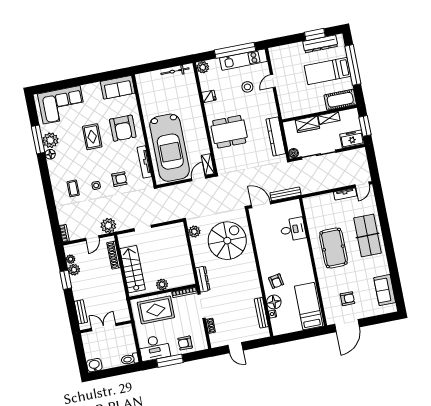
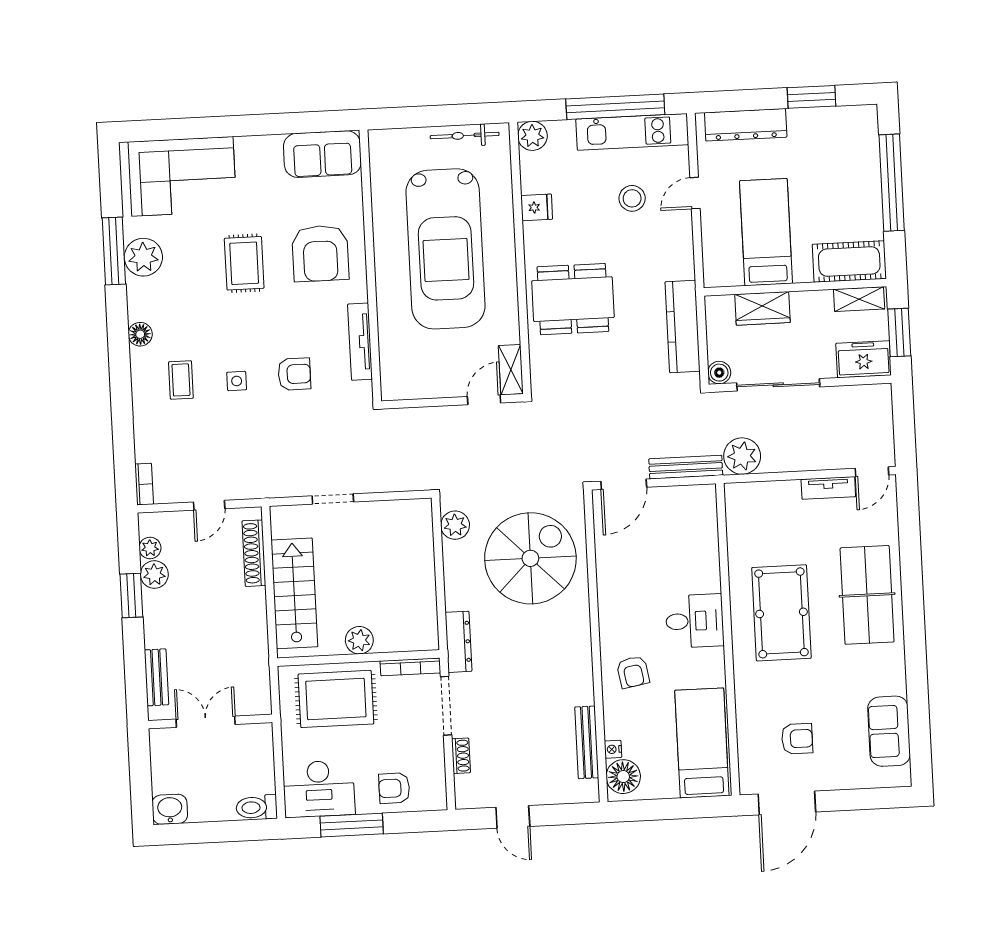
dresser: (320, 44) -> (746, 125), moved
bed: (328, 71) -> (766, 232), moved, turned 90
shelving: (329, 118) -> (859, 299), moved
car: (170, 148) -> (446, 249), moved
floor lamp: (50, 154) -> (140, 334), moved
door: (261, 205) -> (624, 484), swing flipped
plant: (108, 226) -> (742, 456), moved
desk: (293, 229) -> (695, 621), moved
floor lamp: (274, 302) -> (623, 777), moved

